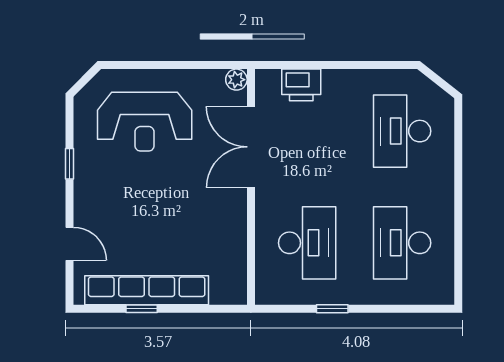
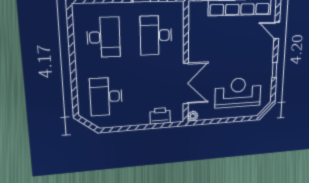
desk: (402, 131) -> (106, 97), turned 180

